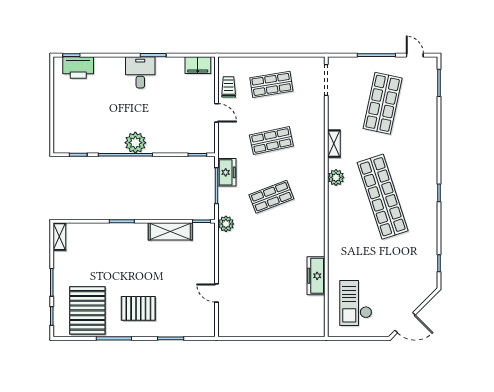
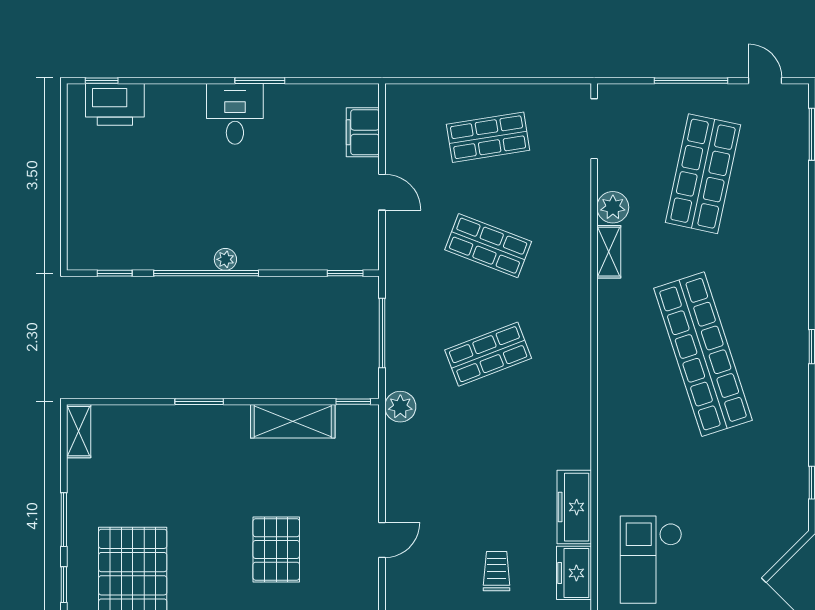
filing cabinet: (198, 65) -> (363, 132), moved, turned 90
trolley: (229, 87) -> (497, 571), moved
shop shelf: (271, 141) -> (488, 246), turned 33
plant: (135, 143) -> (225, 259), width x0.53, depth x0.53
freezer: (227, 172) -> (574, 573), moved, turned 180
plant: (336, 177) -> (613, 207), moved
door: (216, 293) -> (382, 540), swing flipped
pallet: (138, 308) -> (276, 549), moved, turned 90

